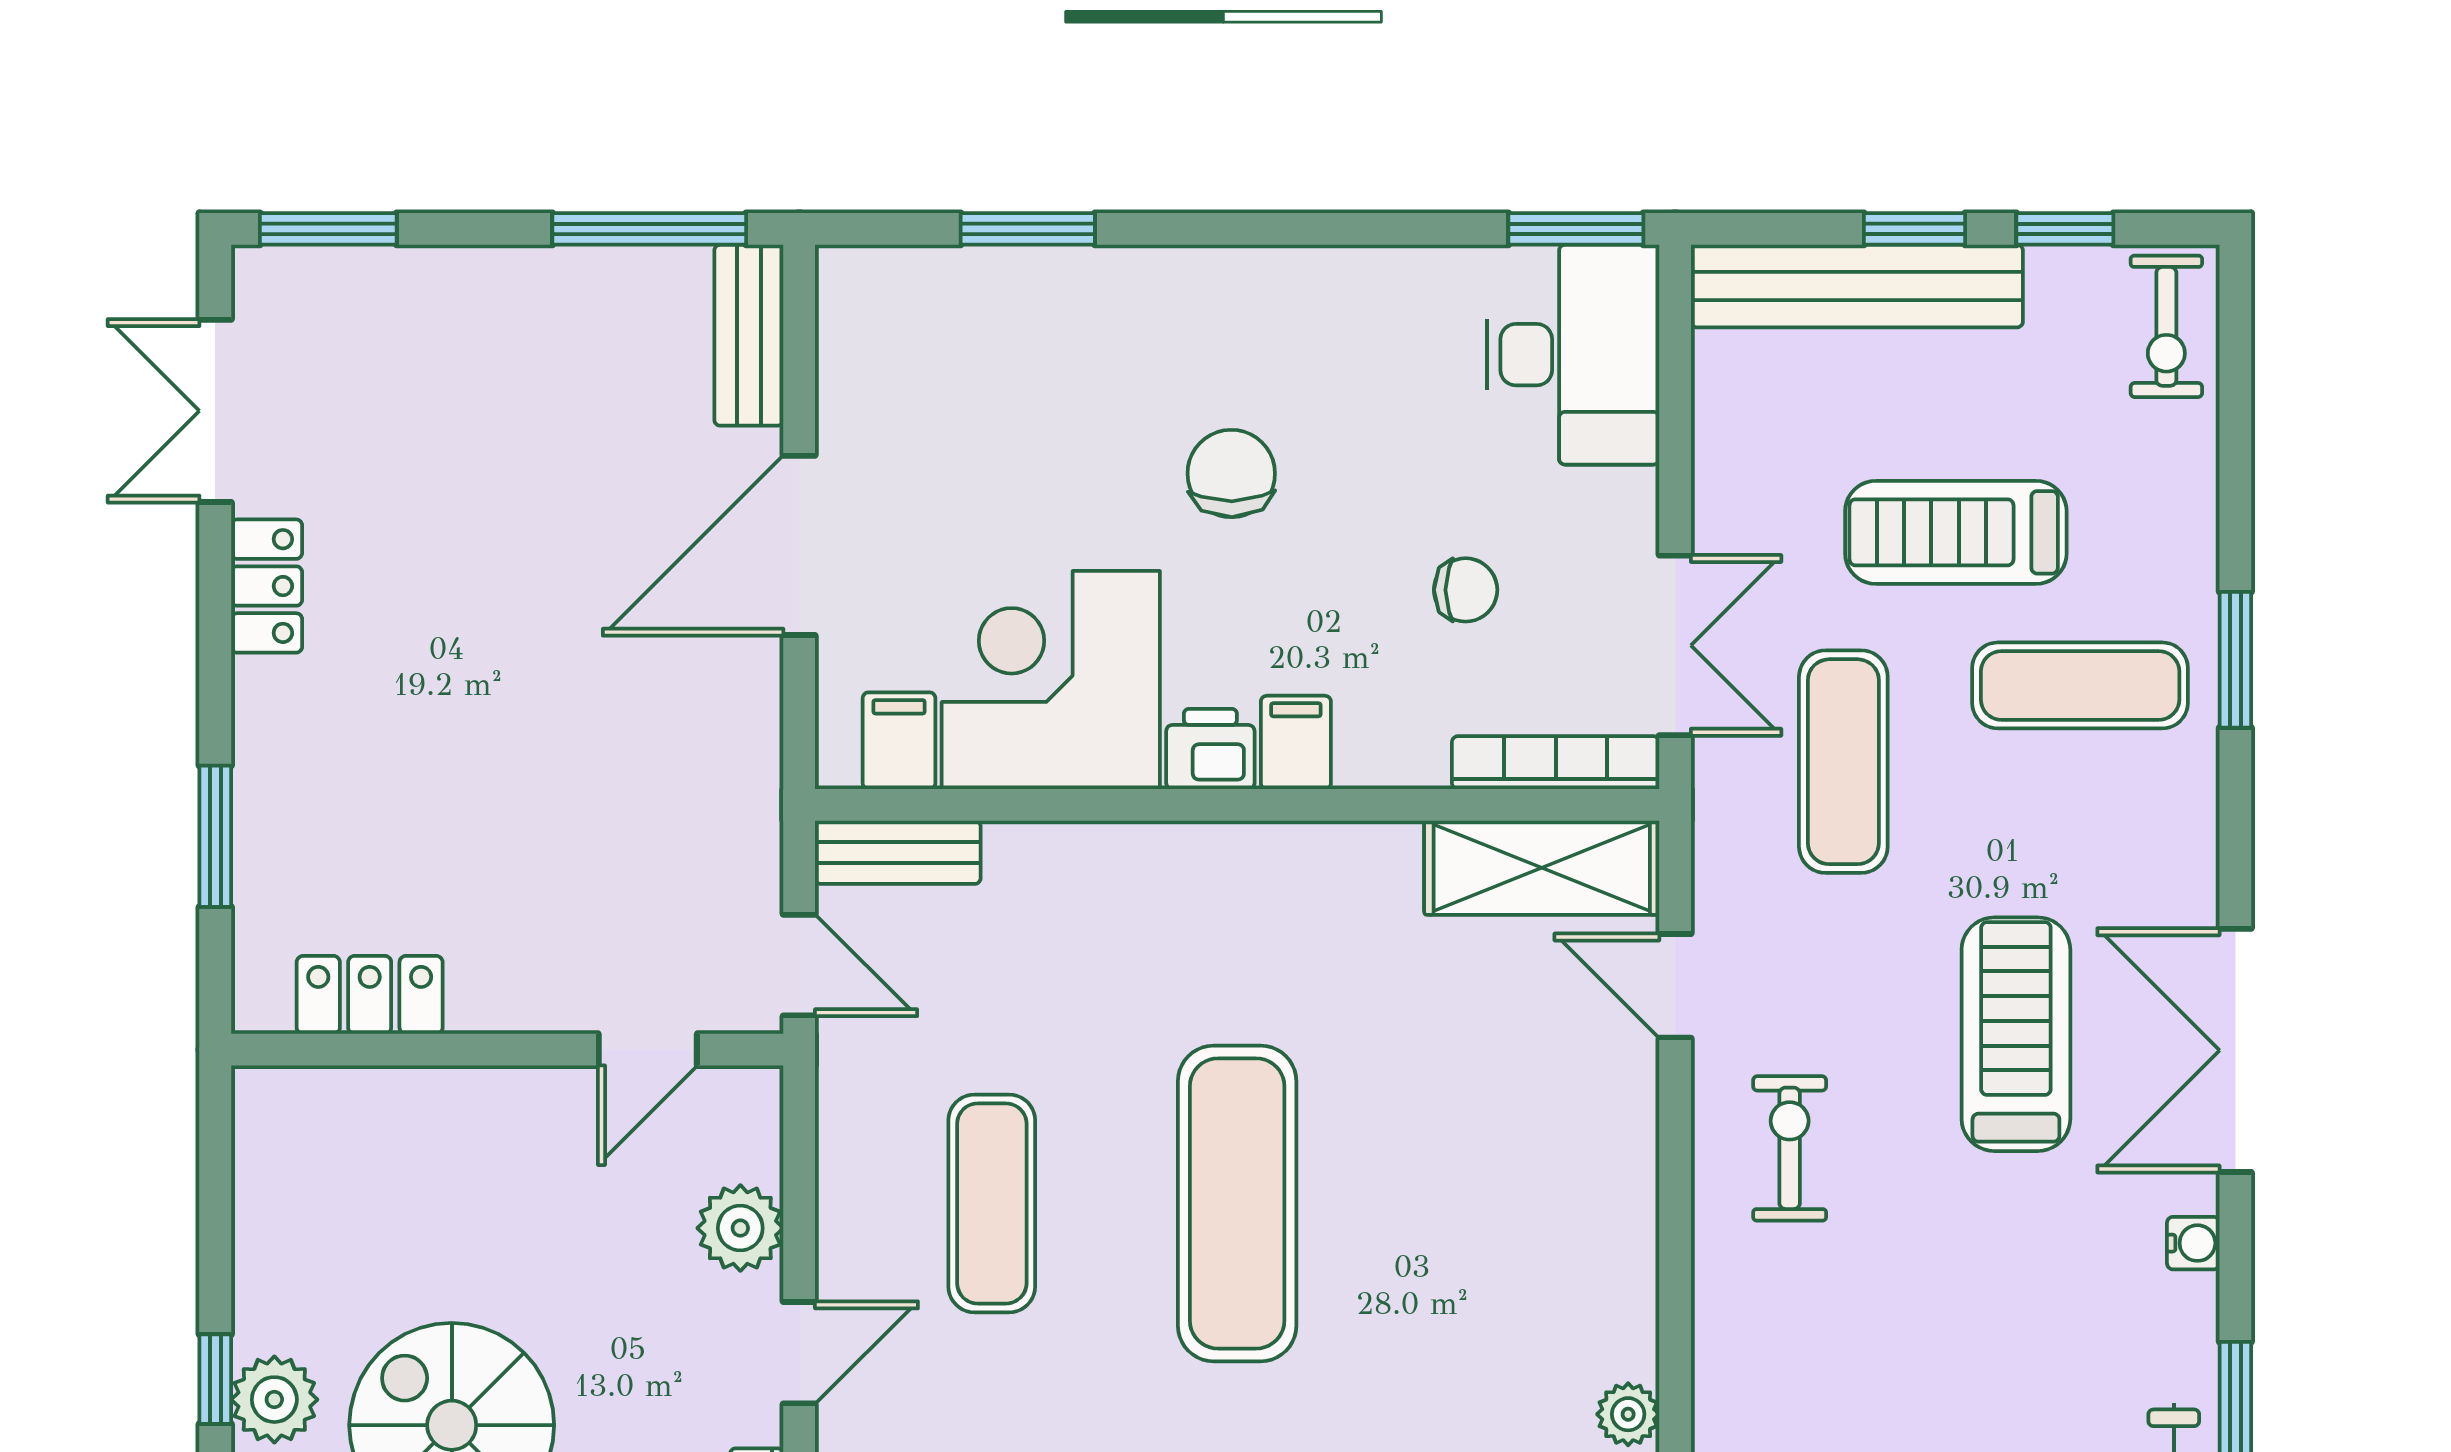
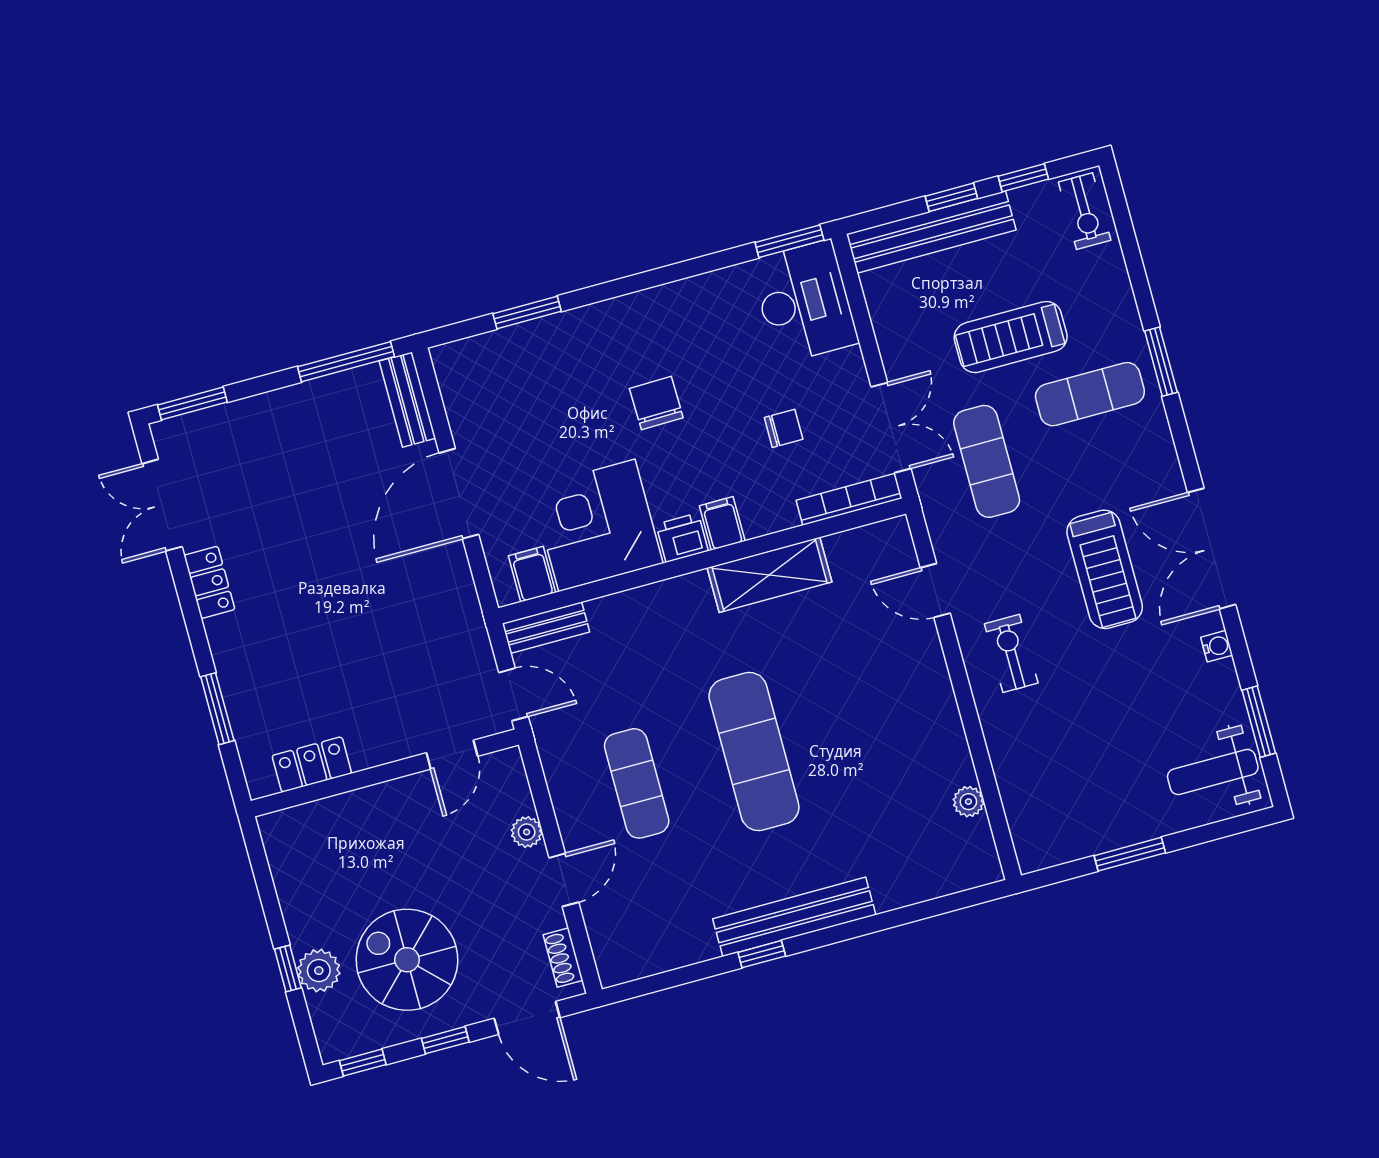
shelving: (1542, 868) -> (769, 575), moved
treadmill: (2016, 1034) -> (1105, 569), turned 180
plant: (740, 1228) -> (527, 832), width x0.73, depth x0.73

